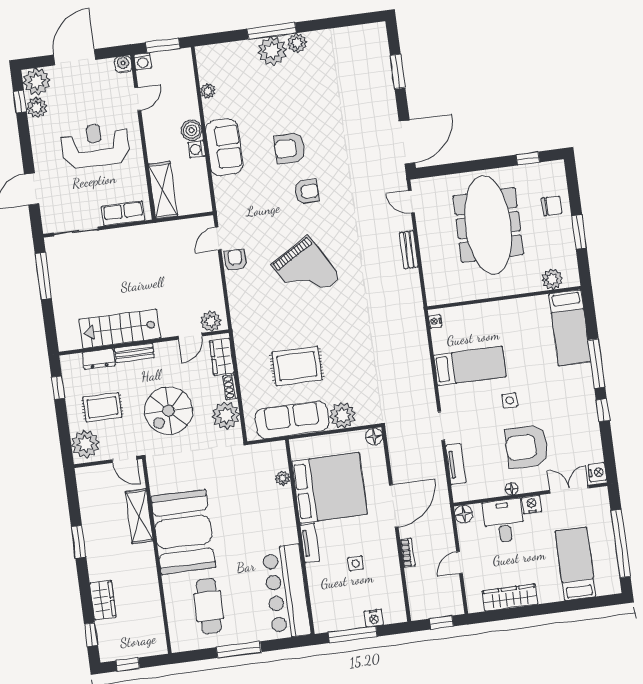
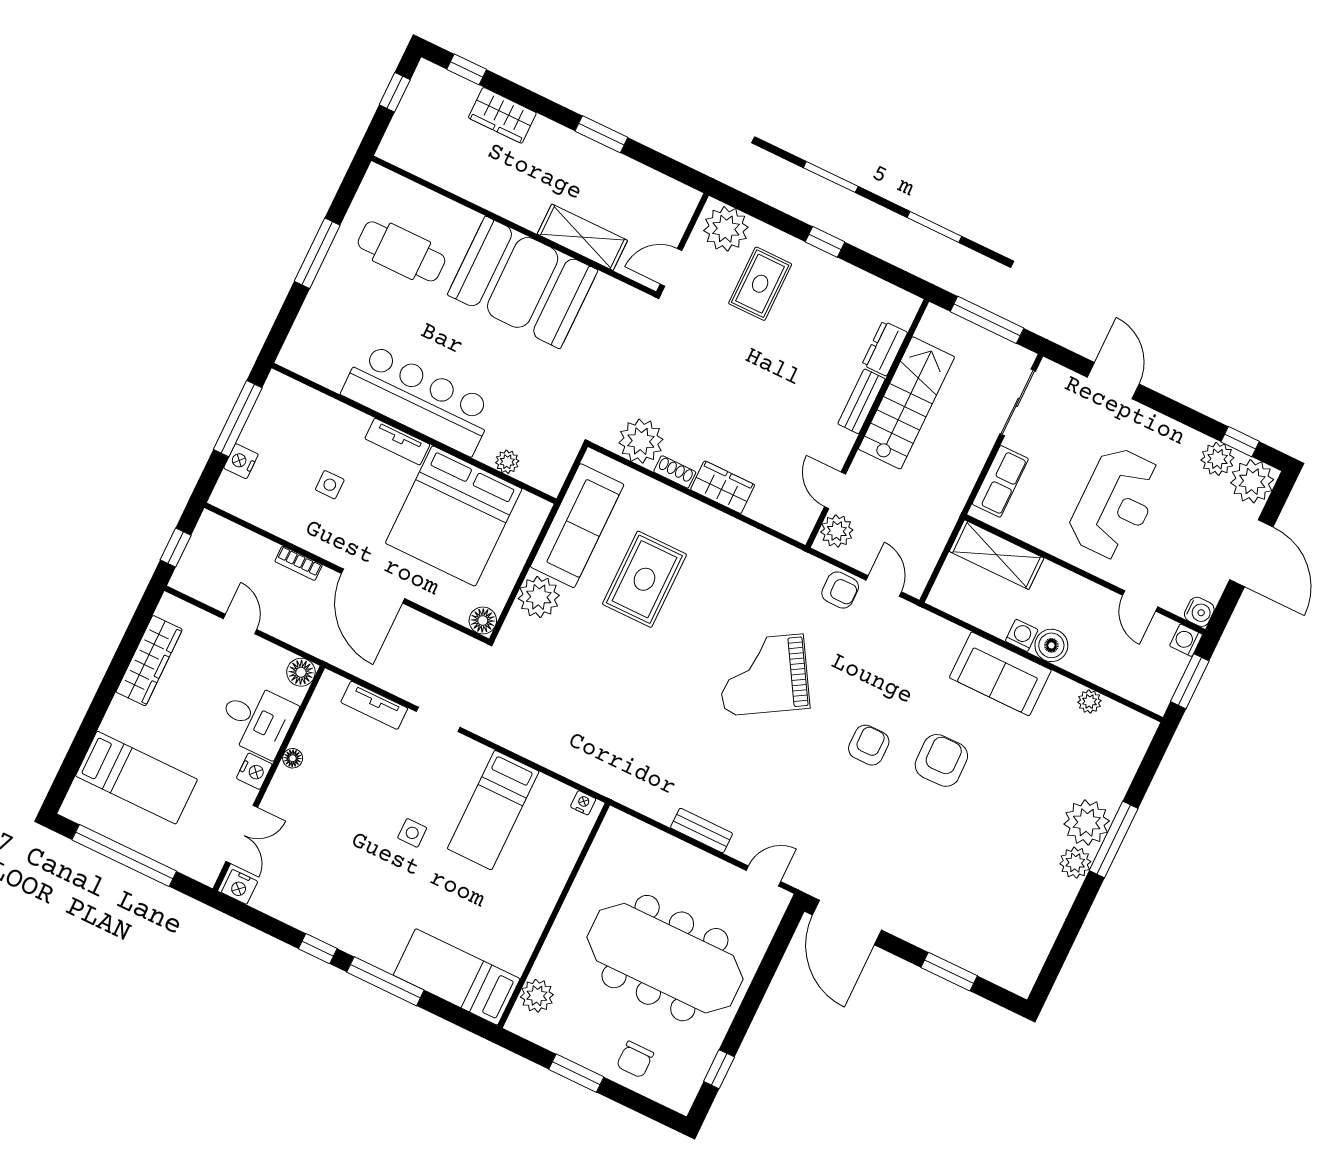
armchair: (307, 192) -> (869, 745), turned 180
plant: (211, 321) -> (837, 531), moved
stairs: (120, 329) -> (906, 403), moved
door: (190, 336) -> (835, 490), moved
wall: (144, 342) -> (867, 423), moved
bench: (134, 353) -> (862, 401), moved
dresser: (99, 359) -> (885, 348), moved
spiral stairs: (169, 411) -> (697, 369), removed
armchair: (527, 447) -> (335, 815), removed
bar counter: (286, 592) -> (419, 399), moved

